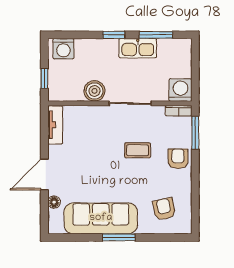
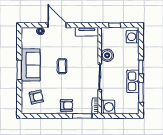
coffee table: (138, 150) -> (62, 66), moved
sofa: (101, 218) -> (31, 65), width x0.73

